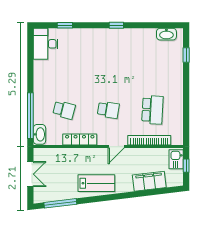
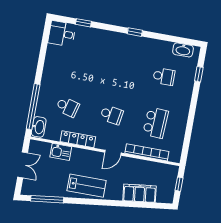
desk: (46, 44) -> (62, 34), width x0.73
school desk: (152, 63) -> (164, 76), added
kitchen sink: (176, 159) -> (61, 152), moved, turned -90

